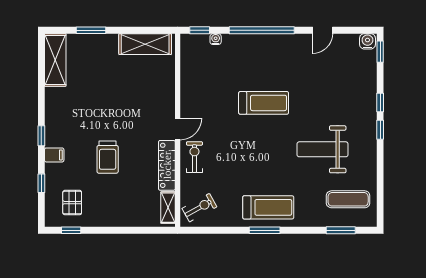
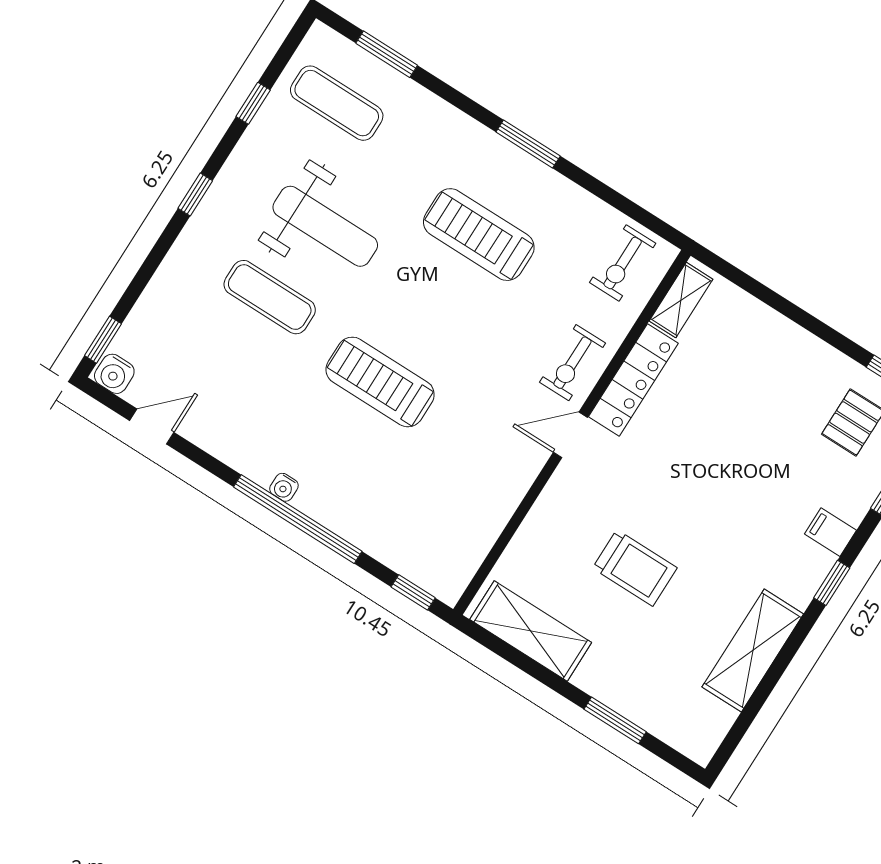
door: (323, 30) -> (152, 426), moved
water cooler: (216, 39) -> (284, 487), moved
shelving: (55, 60) -> (753, 650), moved
window: (380, 103) -> (253, 103), moved
exercise mat: (327, 109) -> (270, 297), added
trolley: (108, 157) -> (635, 568), moved, turned 90
treadmill: (268, 207) -> (479, 235), moved
exercise bike: (199, 208) -> (623, 263), turned -61

